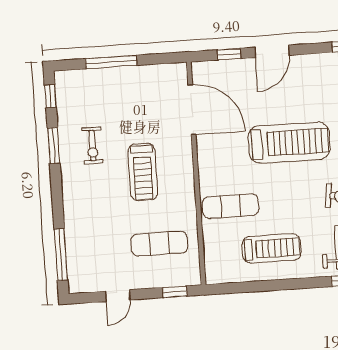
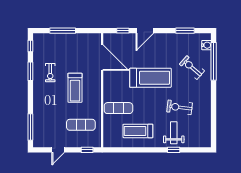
treadmill: (272, 248) -> (138, 131), turned 180

